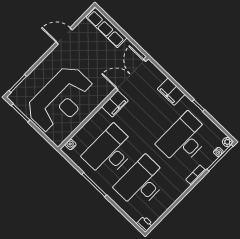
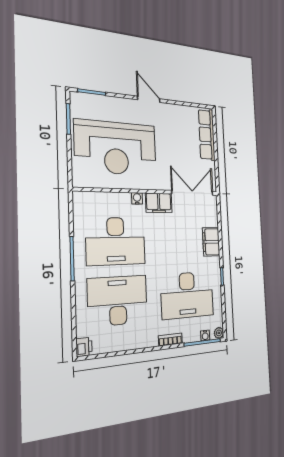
door: (64, 36) -> (149, 99), moved
desk: (184, 139) -> (187, 295), turned 180
water cooler: (71, 144) -> (137, 198), moved
desk: (110, 152) -> (116, 241), turned 180

